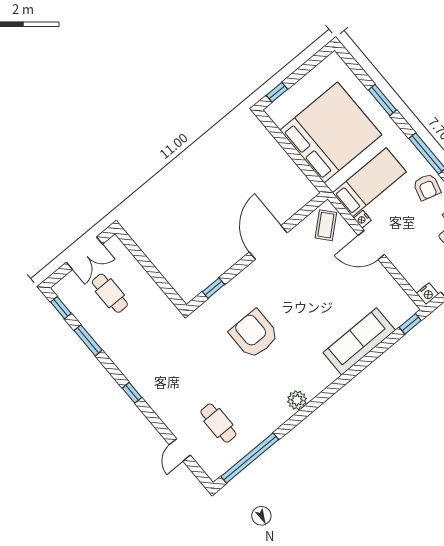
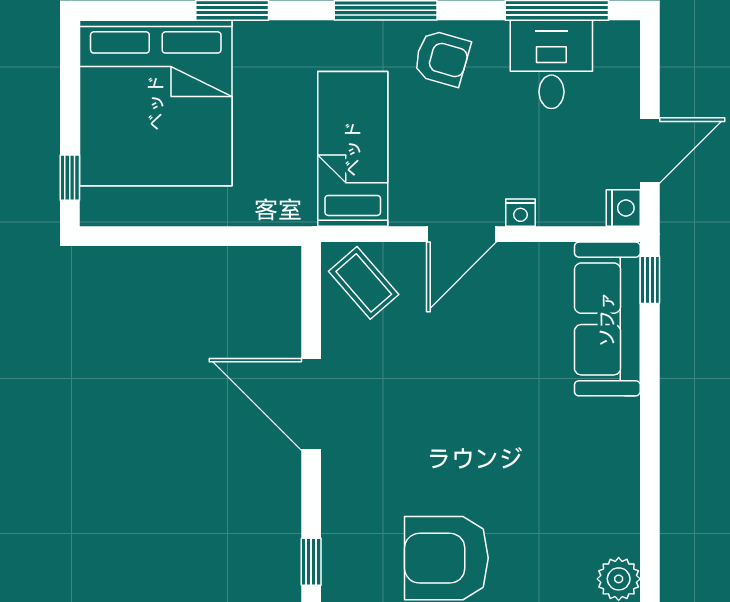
bed: (331, 132) -> (156, 103), moved, turned 180
nightstand: (362, 219) -> (520, 213), moved
sofa: (359, 341) -> (607, 319), moved

